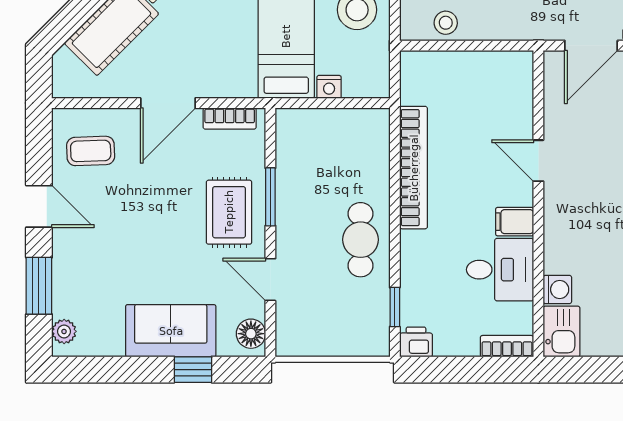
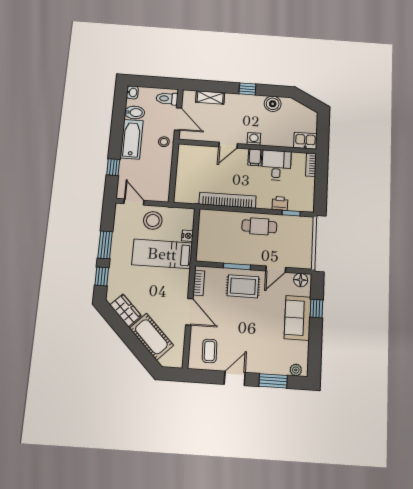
stool: (446, 23) -> (164, 142), moved
washing machine: (557, 289) -> (254, 139), moved
printer: (416, 342) -> (280, 203), moved, turned 90

